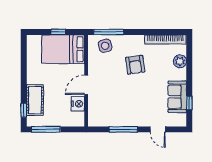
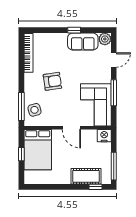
plant: (180, 61) -> (105, 39), moved
window: (189, 103) -> (74, 30), moved
nightstand: (78, 104) -> (104, 136), moved
corner sofa: (110, 111) -> (96, 105), added

